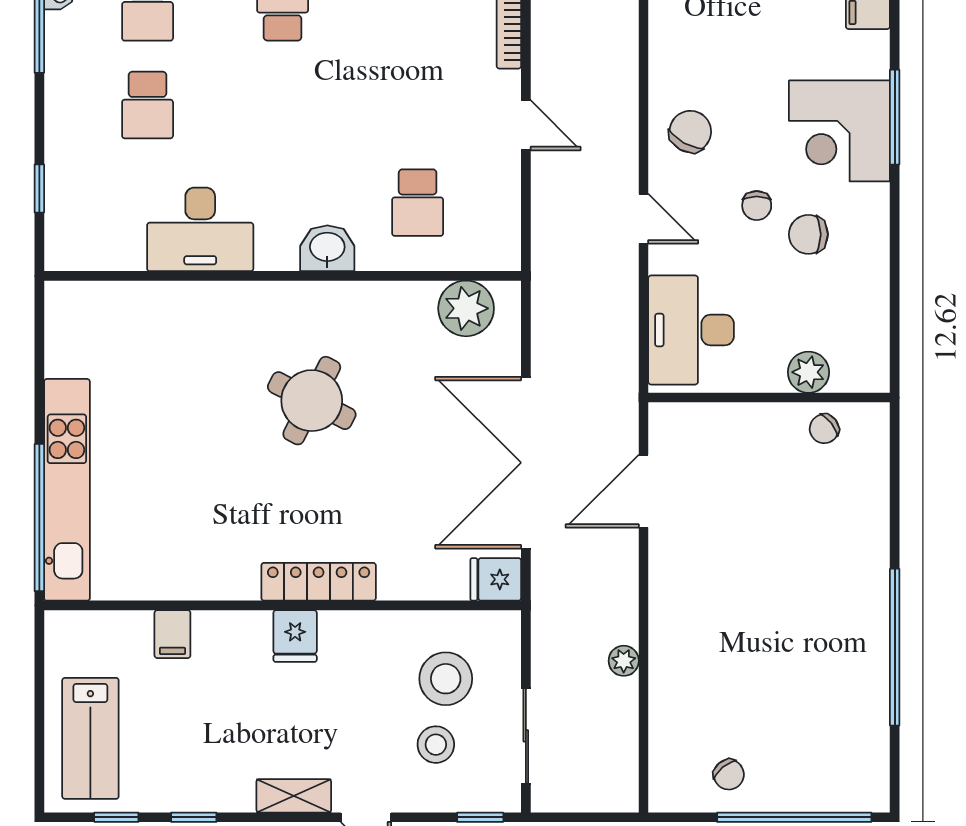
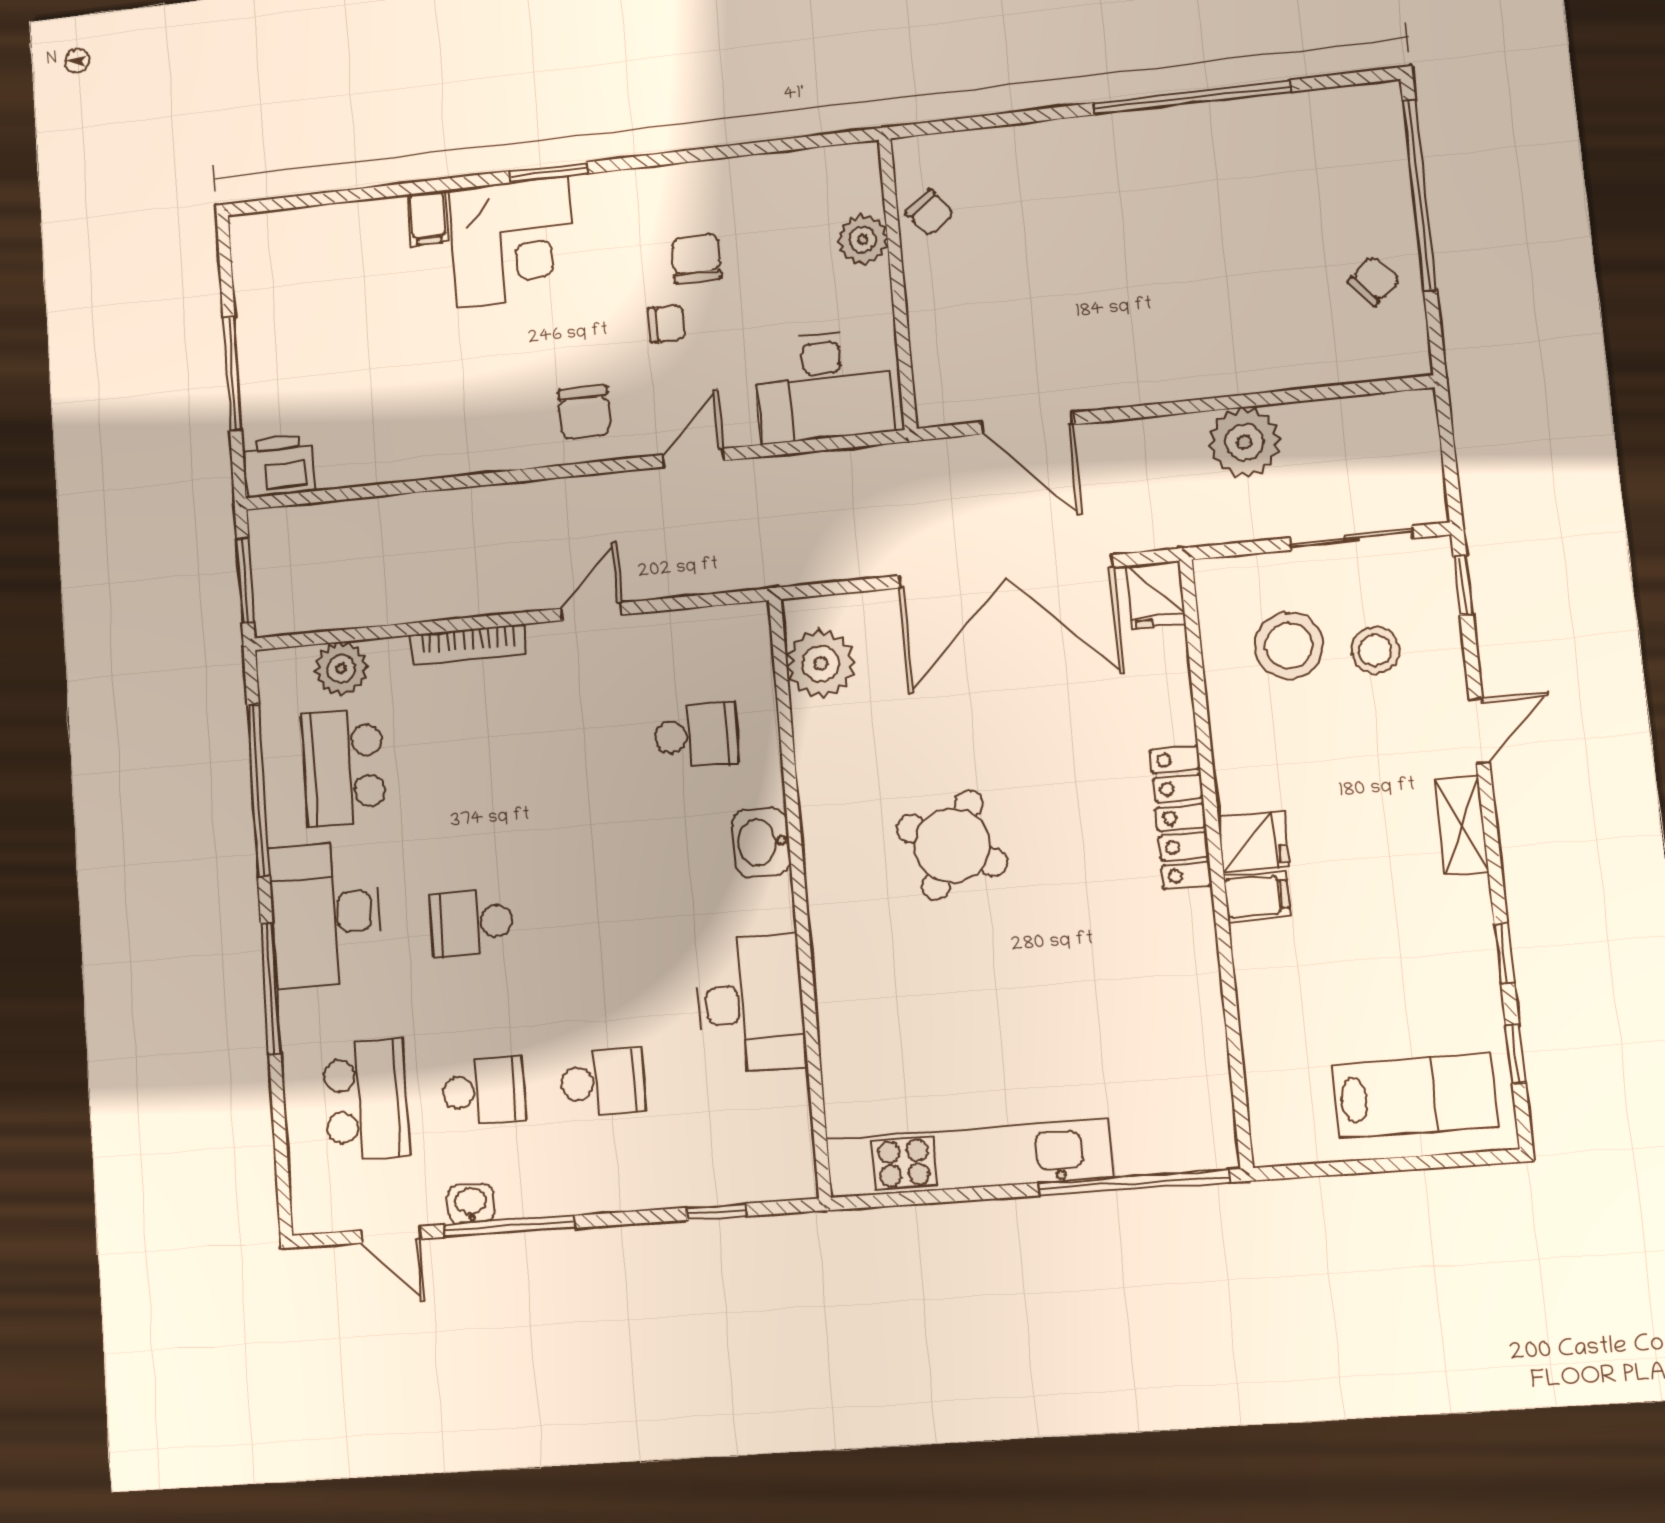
window: (895, 117) -> (548, 172), width x0.69
corner desk: (839, 131) -> (513, 242), moved
chair: (690, 132) -> (584, 412), turned -119
chair: (808, 234) -> (696, 258), turned 180
kitchen unit: (67, 490) -> (969, 1158), moved
filing cabinet: (172, 634) -> (1257, 896), moved
plant: (624, 661) -> (1244, 442), width x1.88, depth x1.88

